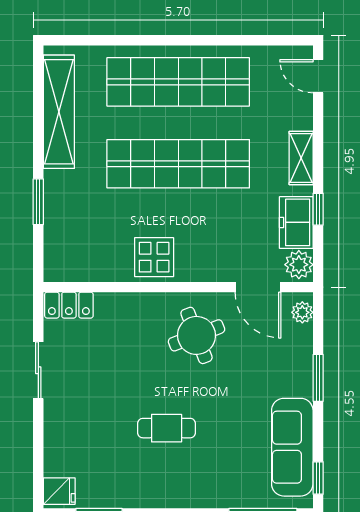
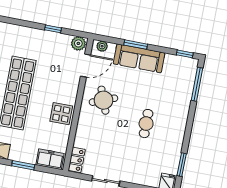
shelving: (301, 158) -> (26, 32), removed
freezer: (296, 222) -> (50, 159), moved, turned 180
sofa: (292, 447) -> (139, 58), moved

